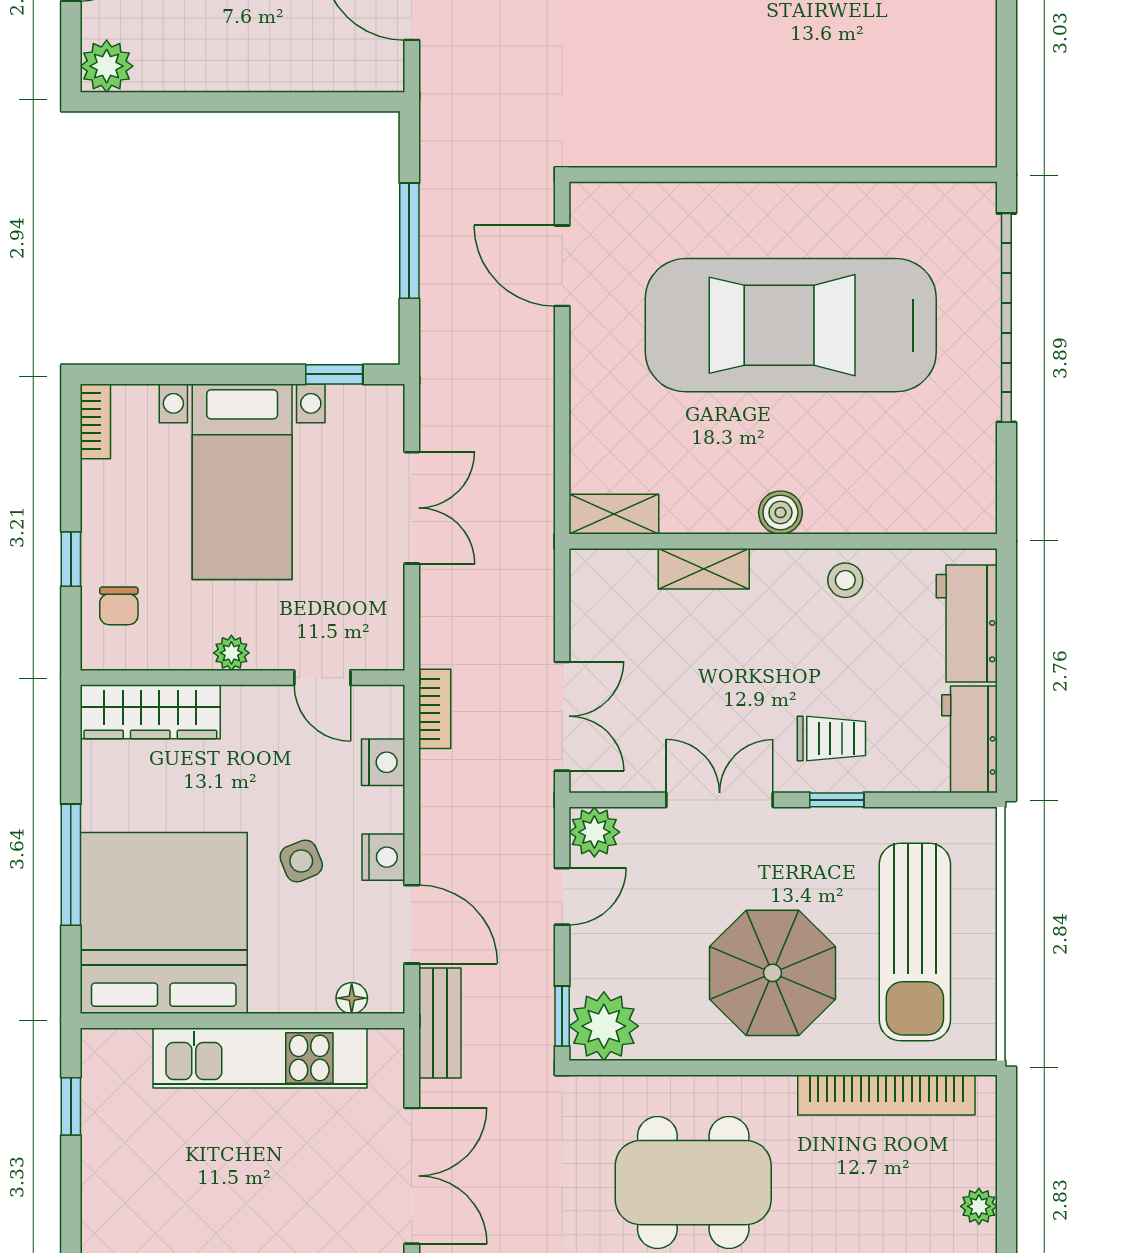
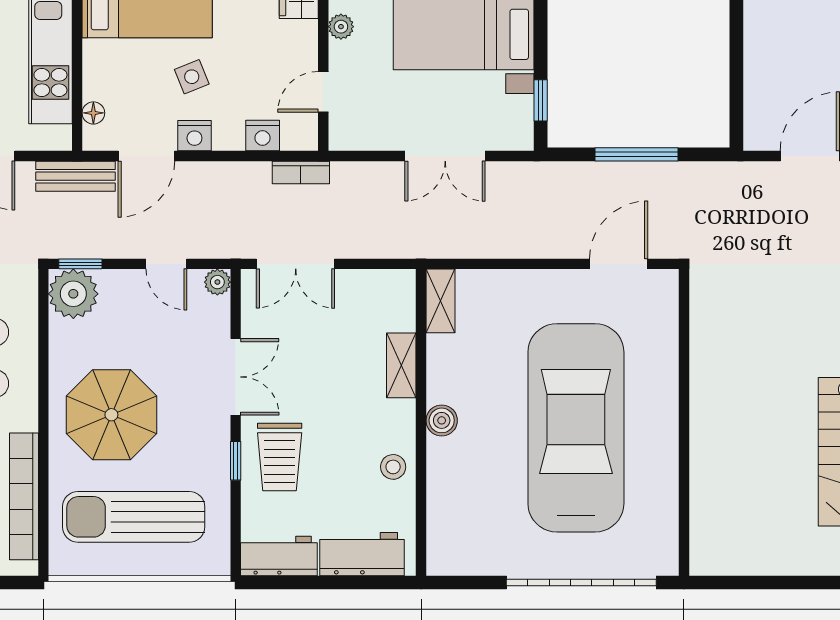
trolley: (831, 738) -> (280, 457), width x1.36, depth x1.39
plant: (594, 832) -> (217, 282), width x0.73, depth x0.73

